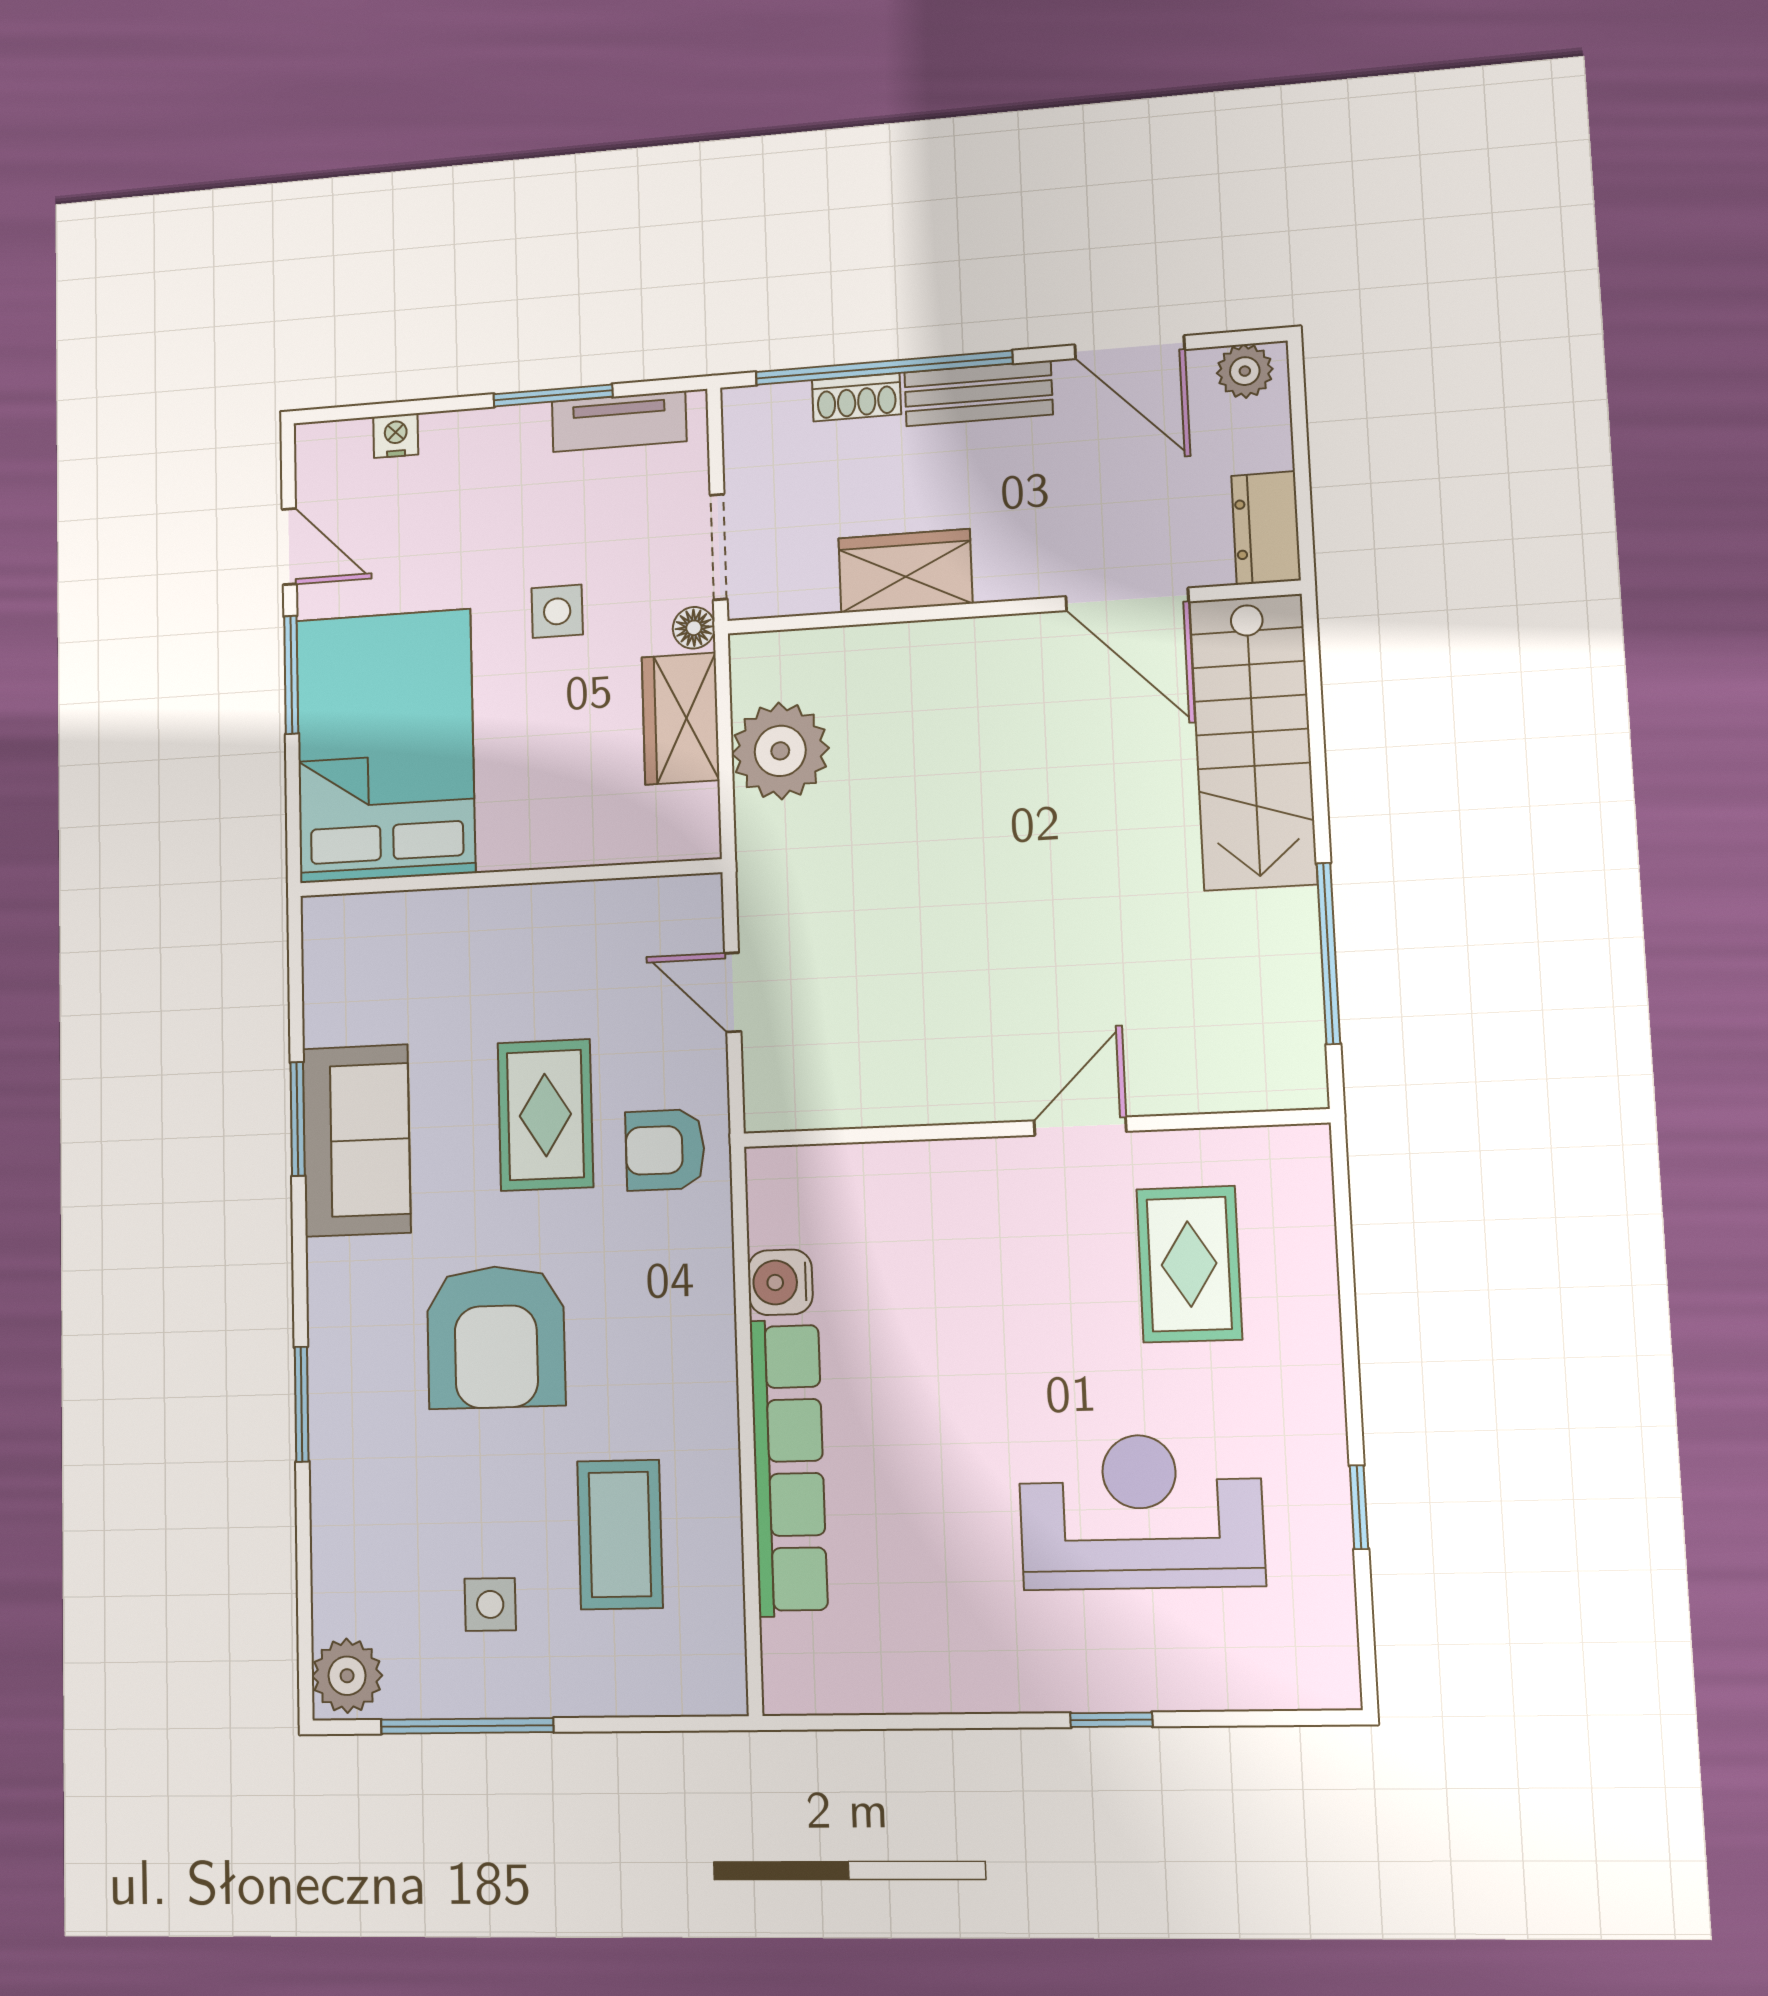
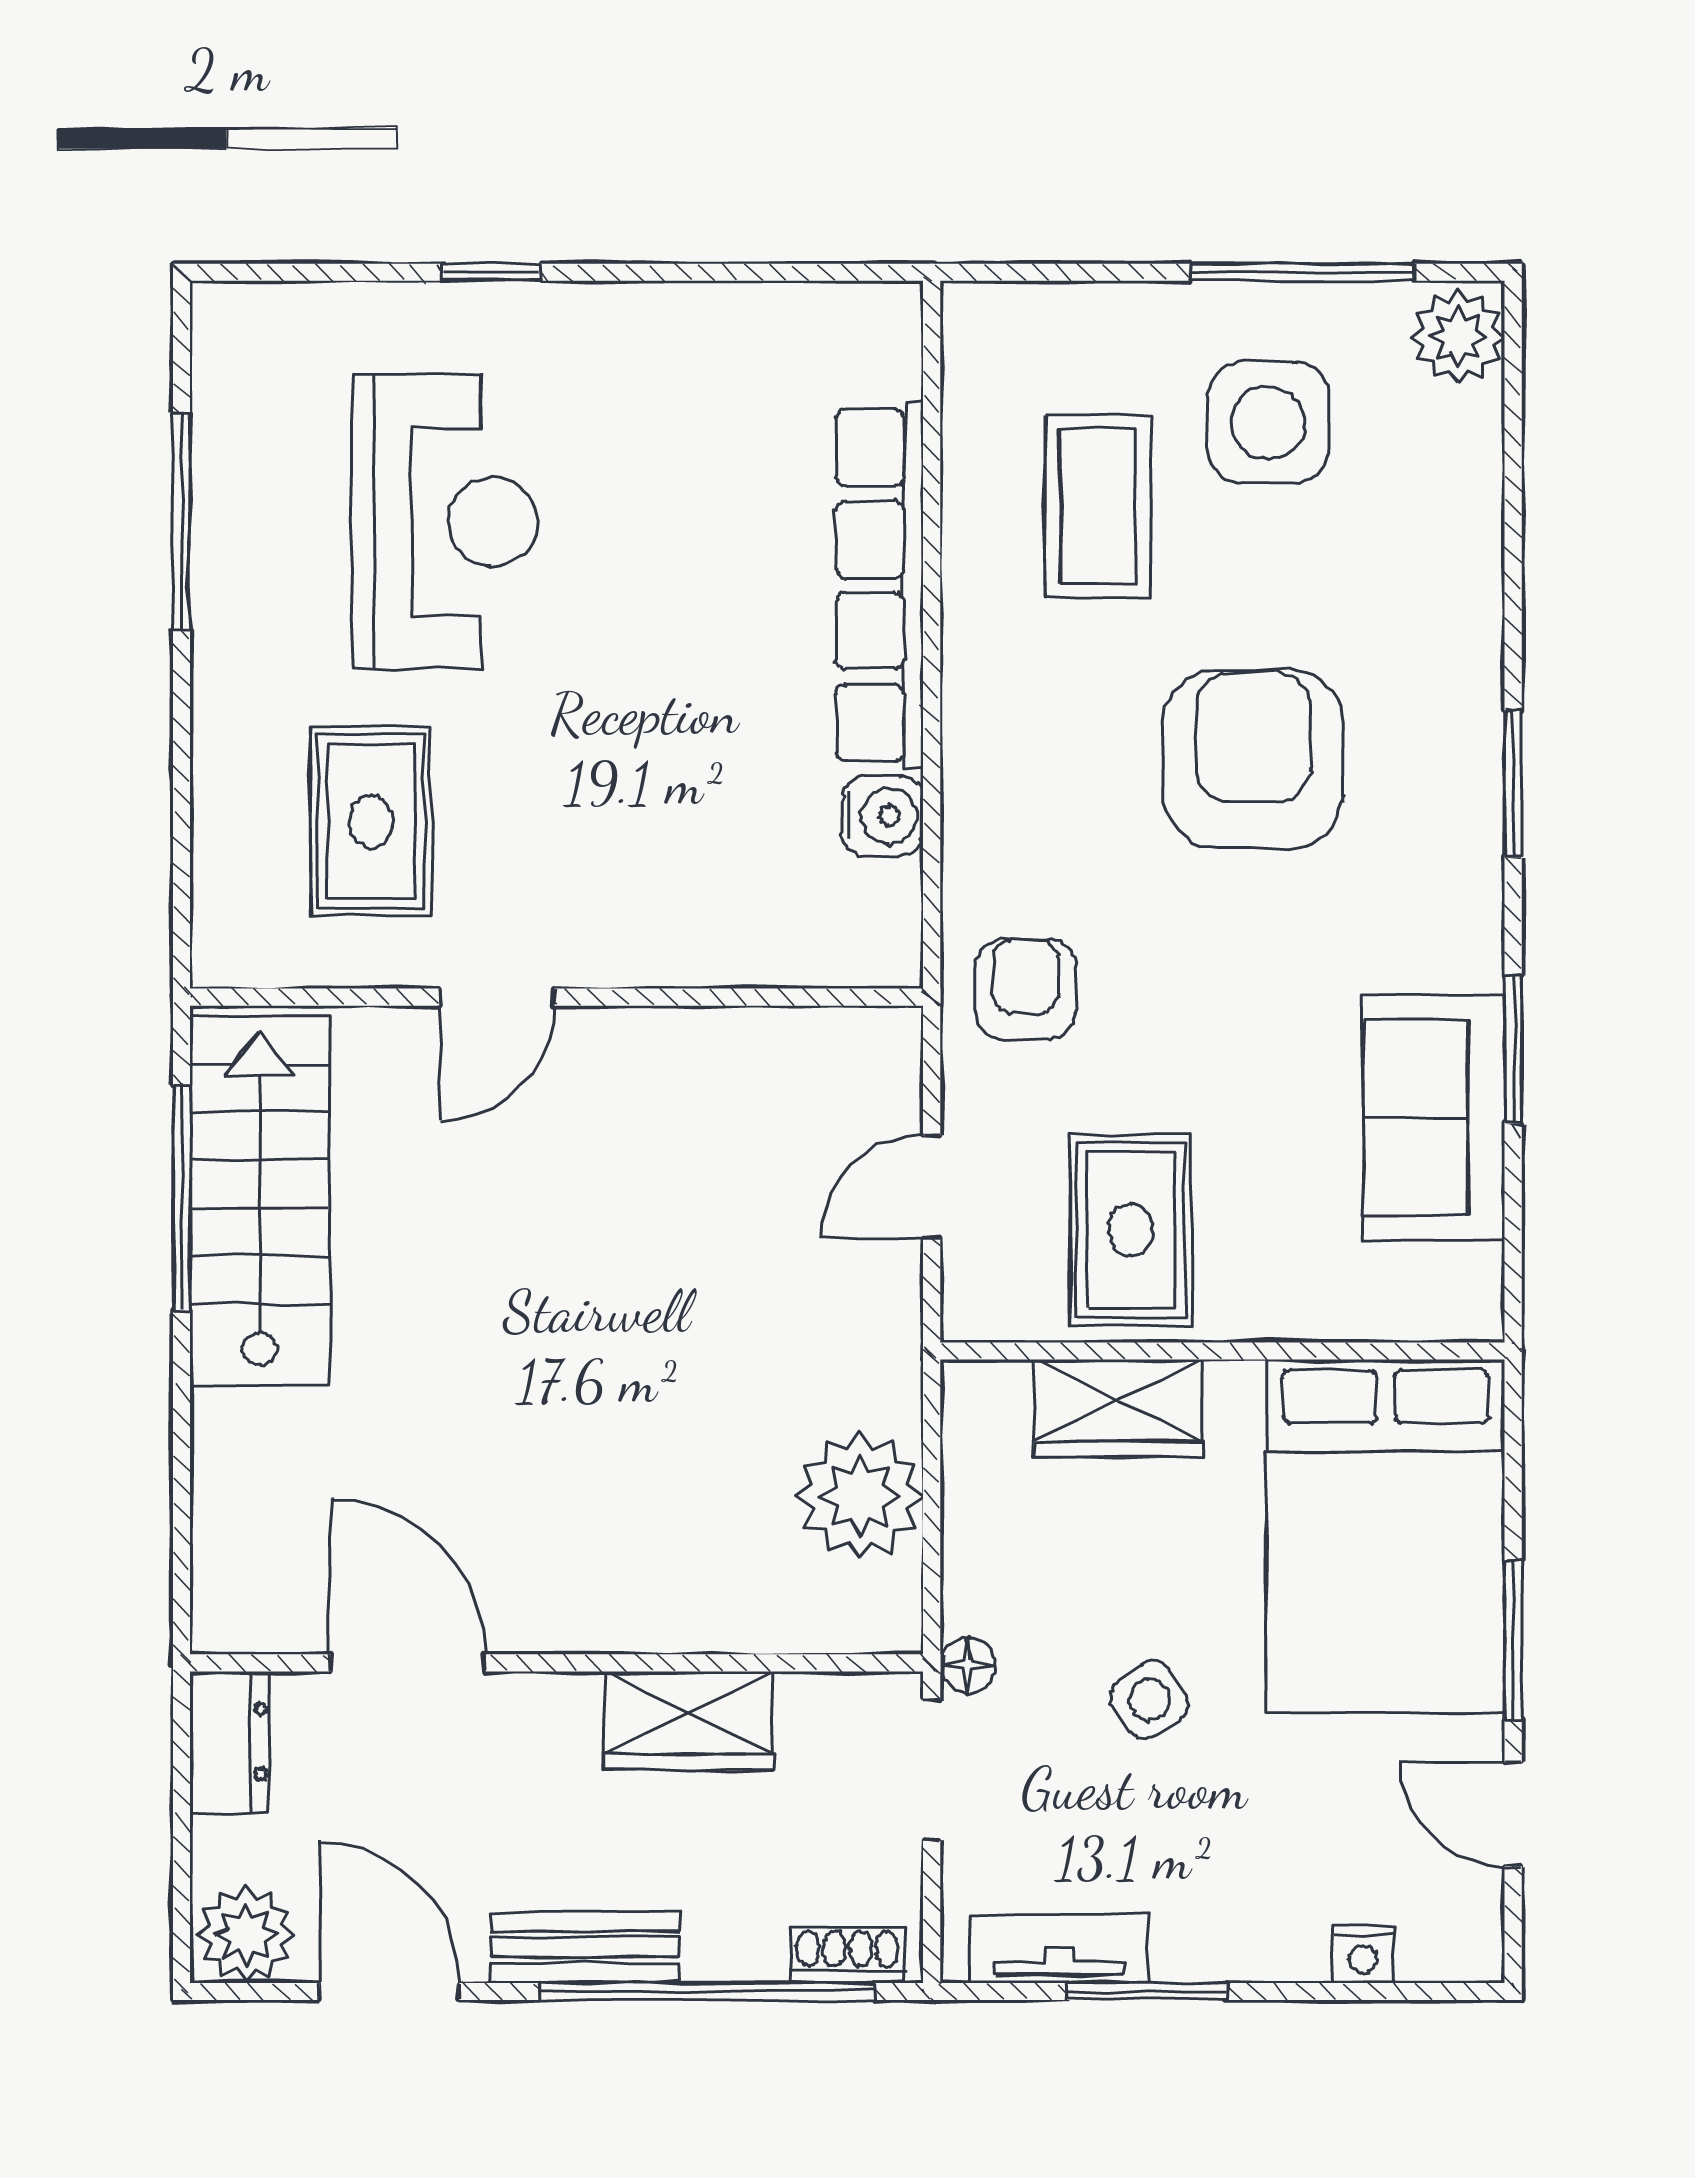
plant: (1245, 371) -> (246, 1935), width x1.38, depth x1.38
shoe rack: (856, 397) -> (847, 1955), moved
side table: (557, 611) -> (1149, 1700), turned -34
wardrobe: (681, 719) -> (1118, 1408), moved, turned 90
stairs: (1253, 742) -> (260, 1201), moved
door: (733, 992) -> (932, 1187), swing flipped
rug: (545, 1115) -> (1131, 1230), moved
sofa: (356, 1140) -> (1434, 1117), moved
armchair: (665, 1150) -> (1026, 989), turned -90
window: (302, 1404) -> (1513, 784), moved
window: (1359, 1507) -> (182, 522), width x2.17
reception desk: (1141, 1512) -> (444, 522), turned -90
side table: (490, 1604) -> (1268, 423), width x1.87, depth x1.87

